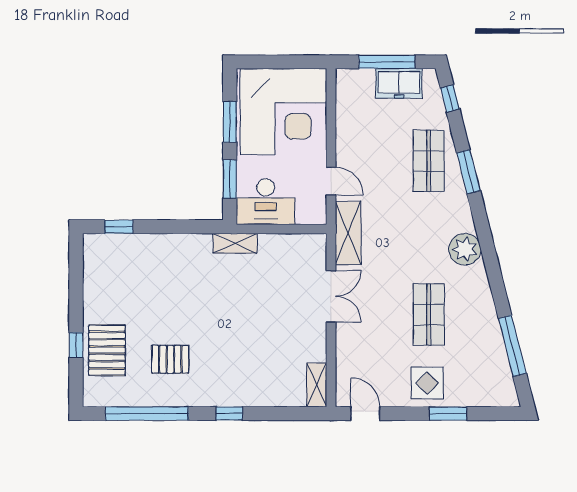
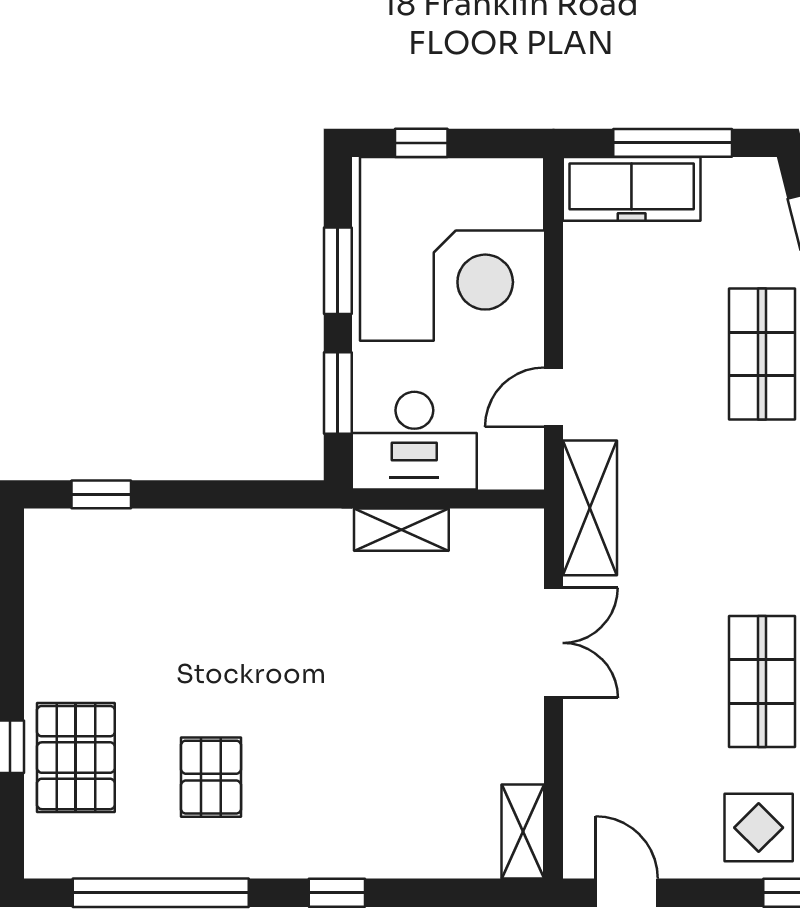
window: (269, 62) -> (421, 143), added
freezer: (399, 83) -> (632, 189), moved, width x1.40
door: (331, 181) -> (553, 397), swing flipped
shelving: (235, 243) -> (401, 530), moved
pallet: (170, 359) -> (211, 777), turned 90

